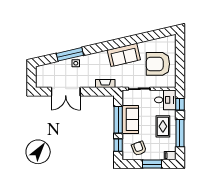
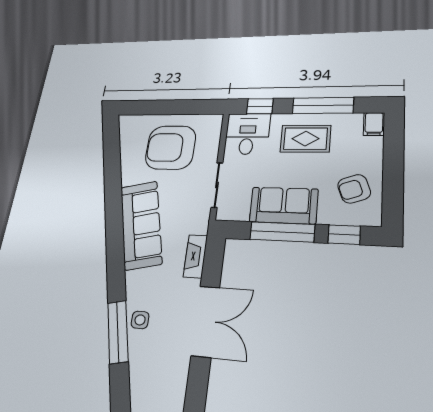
sofa: (124, 55) -> (141, 225), width x1.36
armchair: (158, 64) -> (171, 147), turned 90
double door: (66, 92) -> (205, 321), moved
window: (152, 164) -> (393, 161), removed

